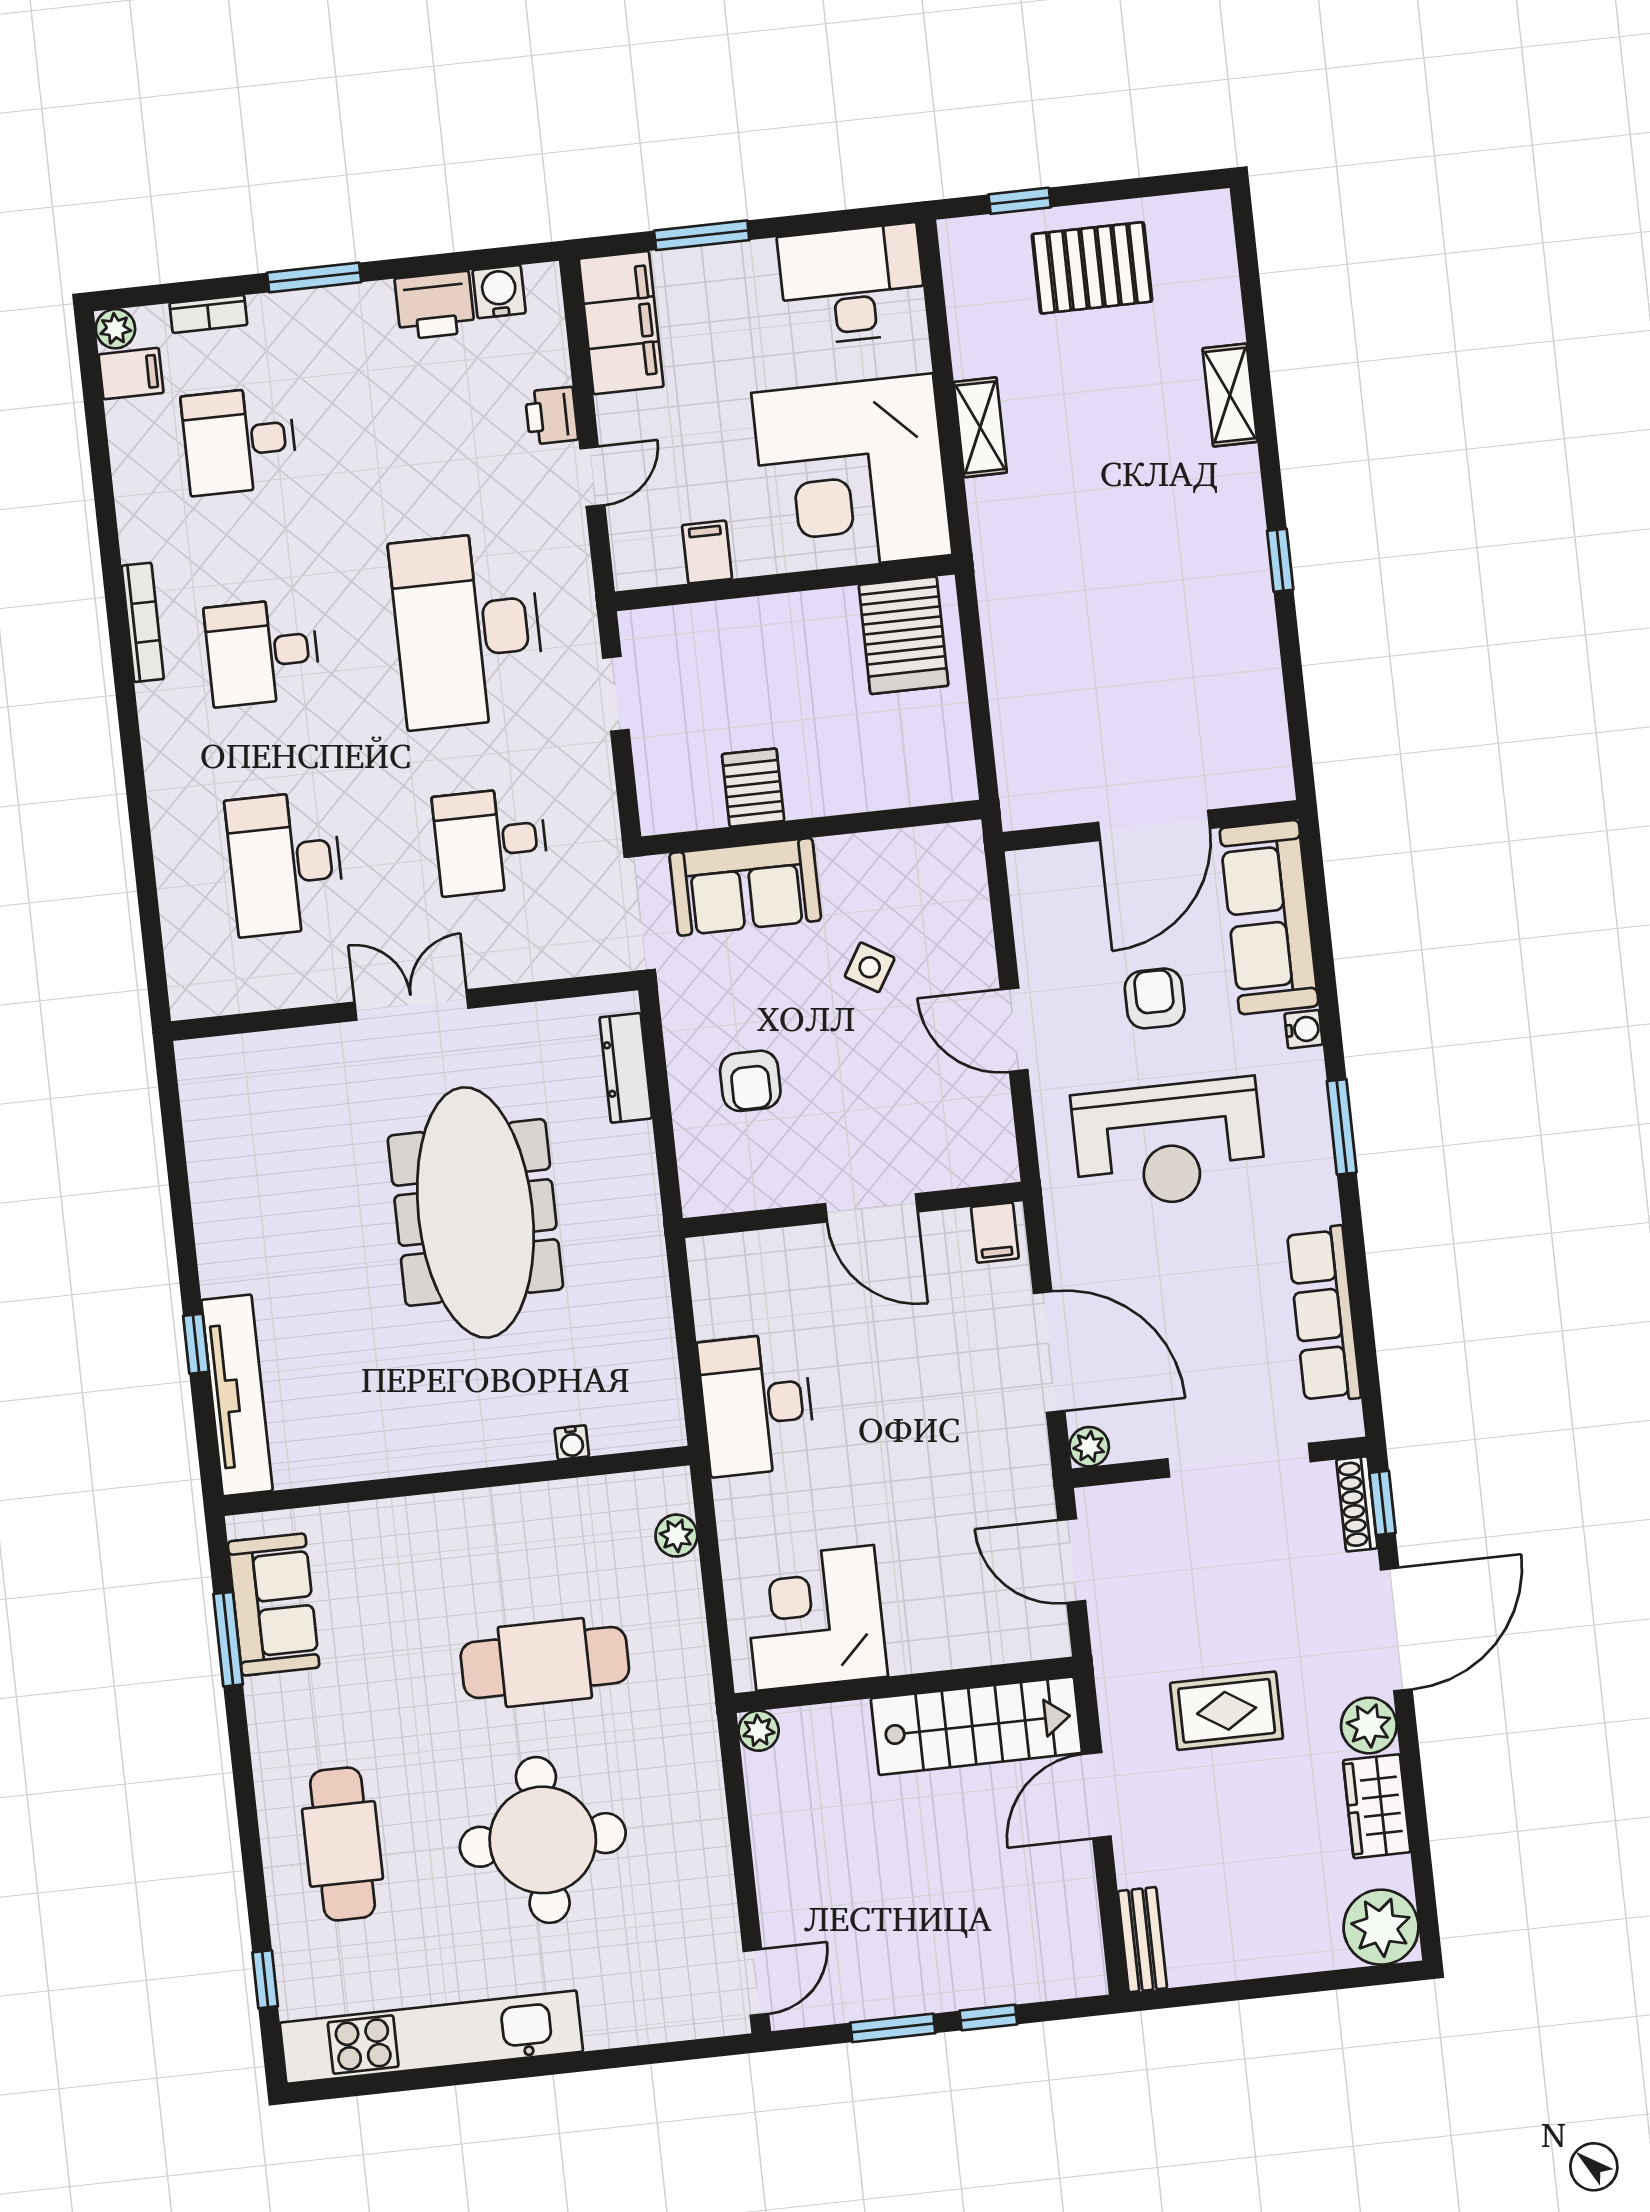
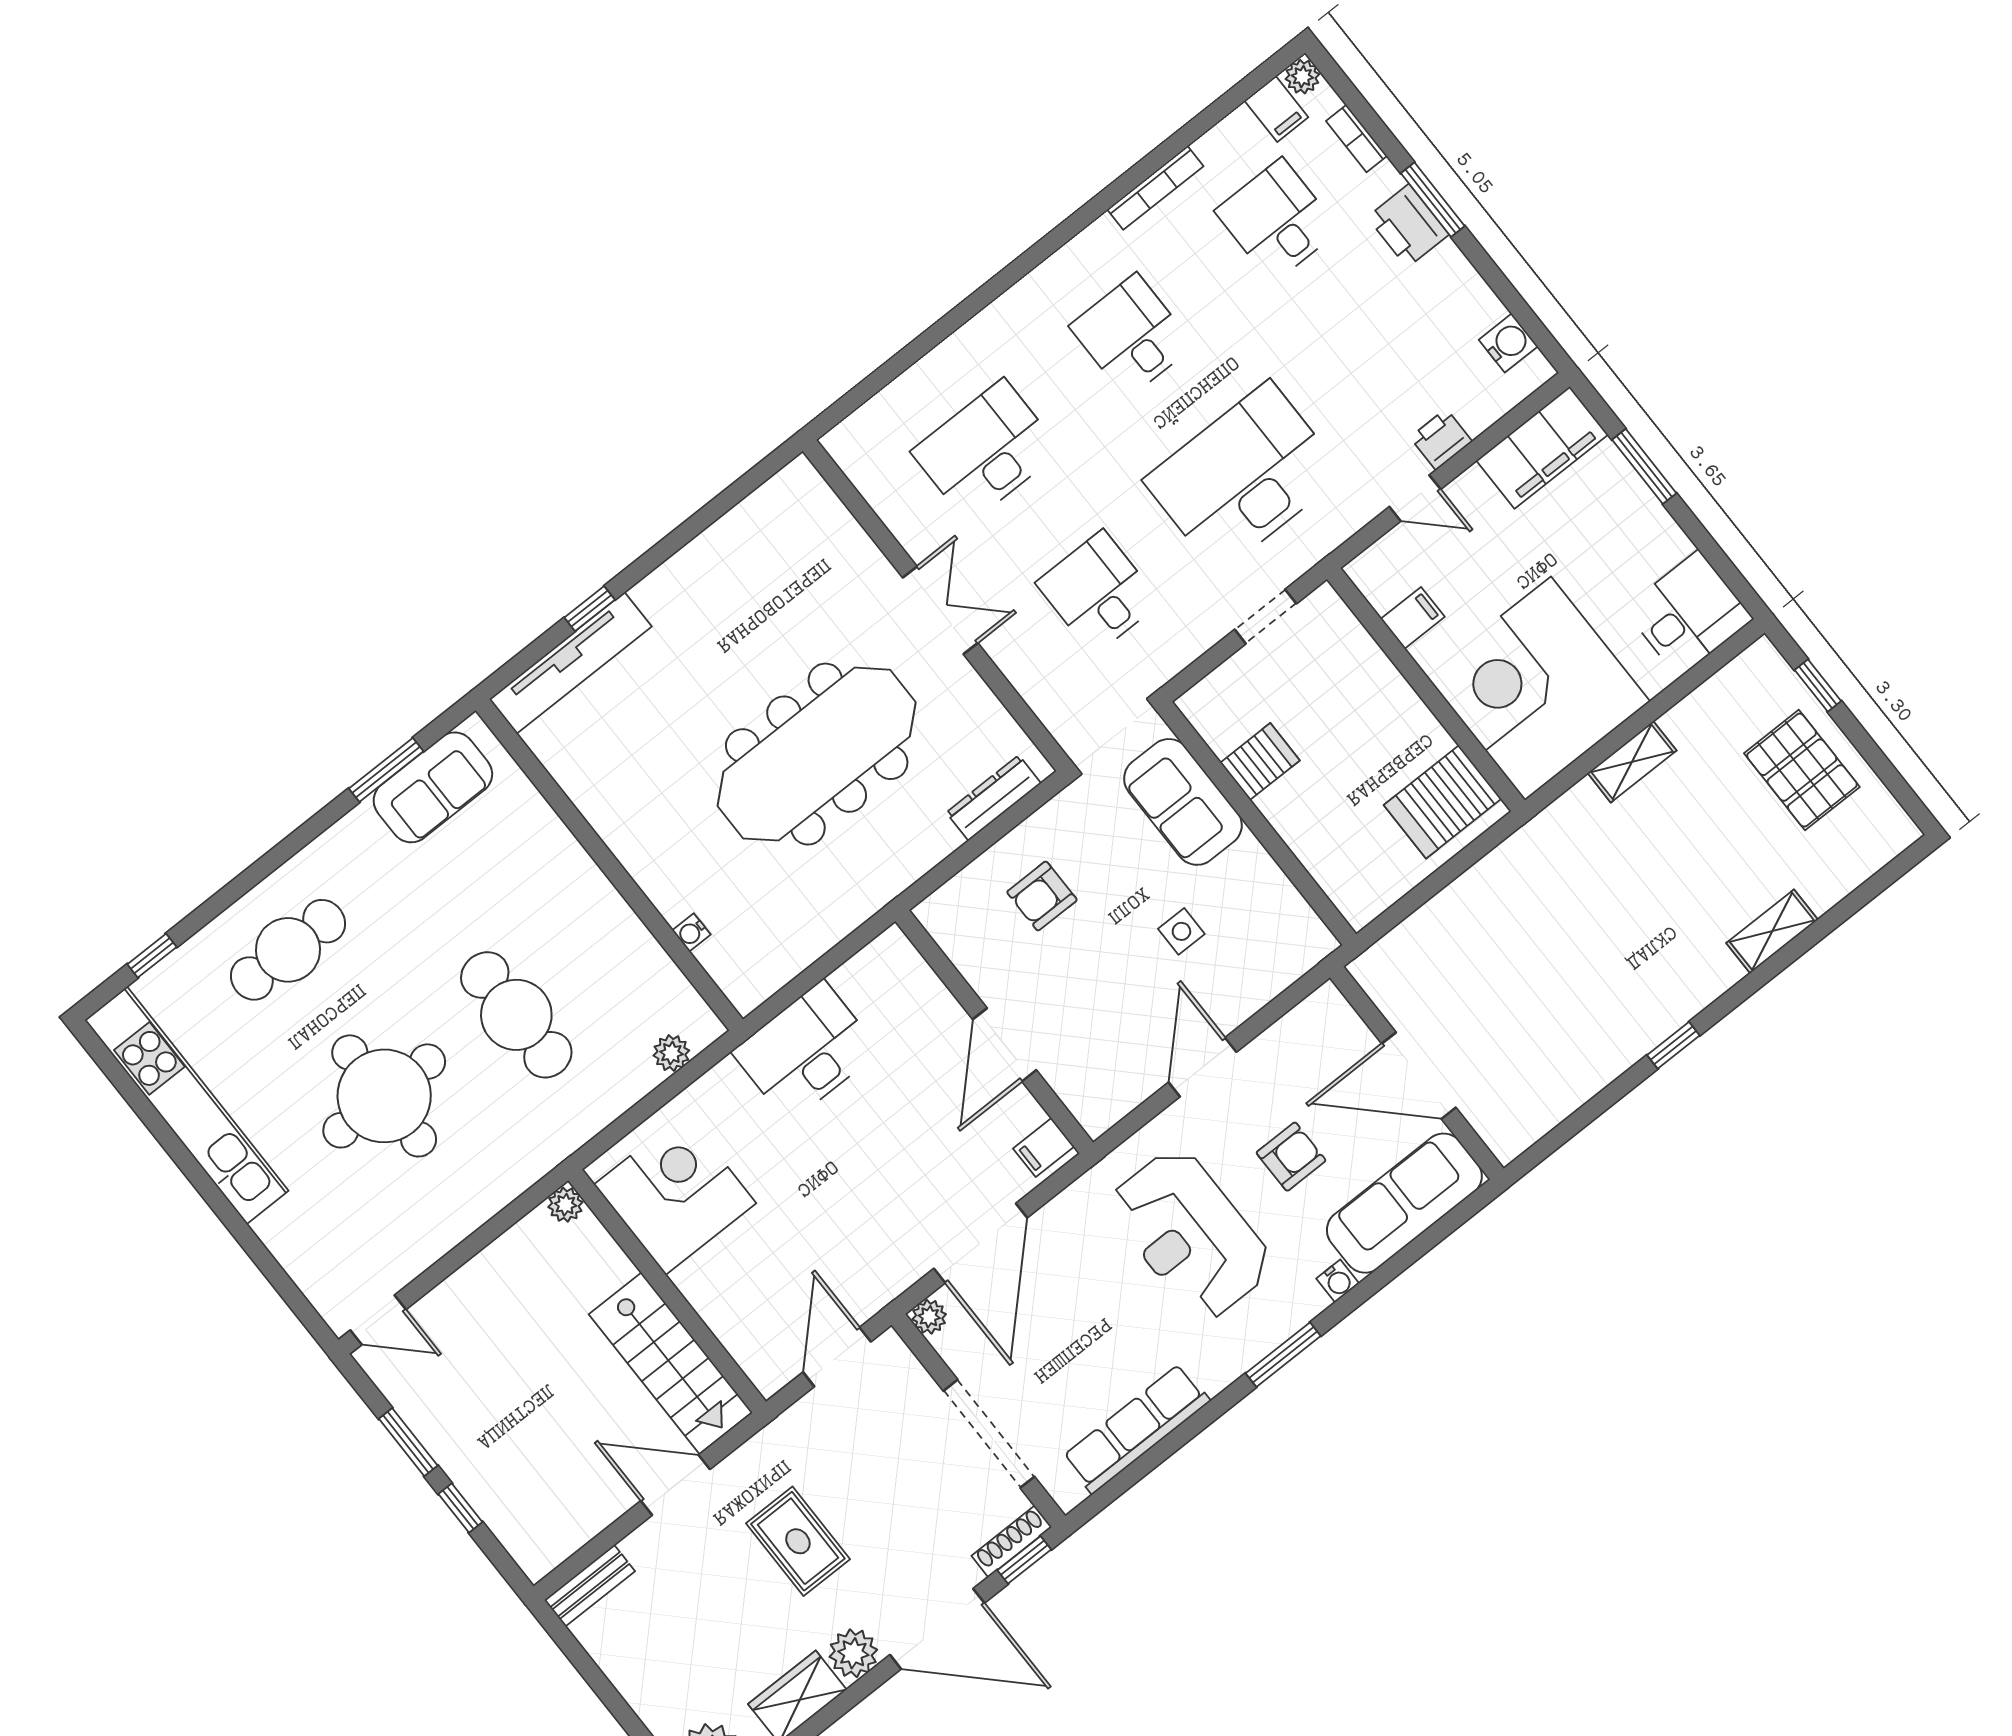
desk: (852, 285) -> (1688, 614), width x0.73
printer: (435, 305) -> (1408, 226), moved
bookcase: (143, 622) -> (1155, 188), moved
side table: (870, 967) -> (1181, 931), turned -31

